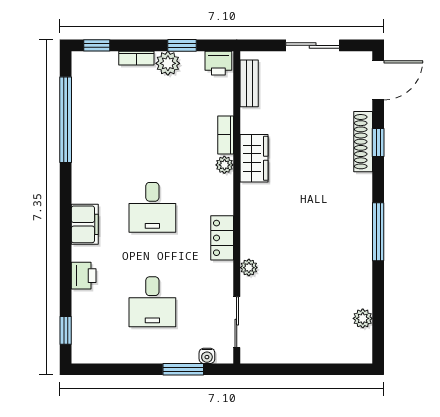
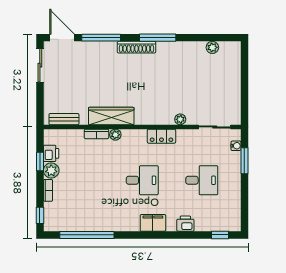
sliding door: (313, 45) -> (40, 65), moved
printer: (218, 63) -> (51, 153), moved
shoe rack: (363, 142) -> (136, 47), moved
window: (378, 142) -> (101, 38), width x2.17
wardrobe: (254, 158) -> (111, 116), width x1.50

